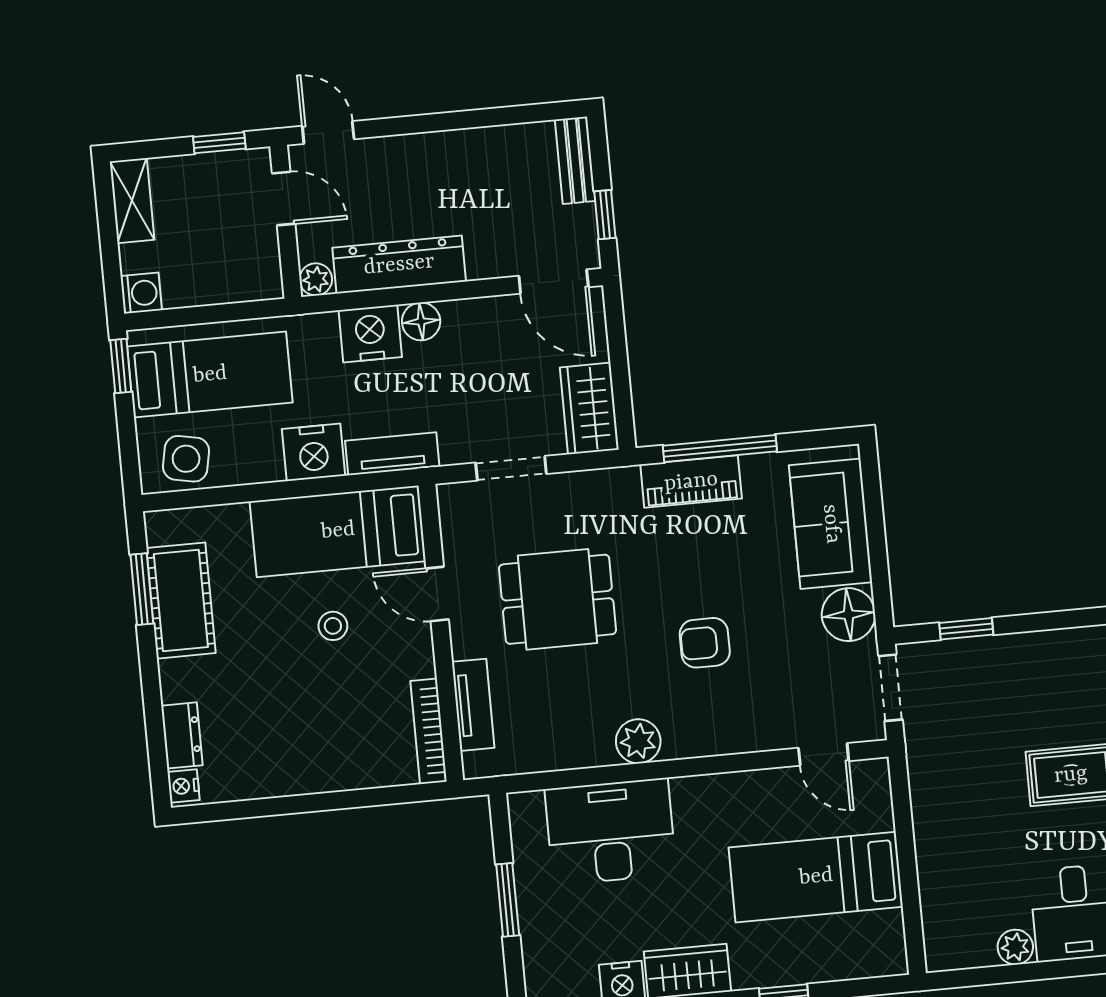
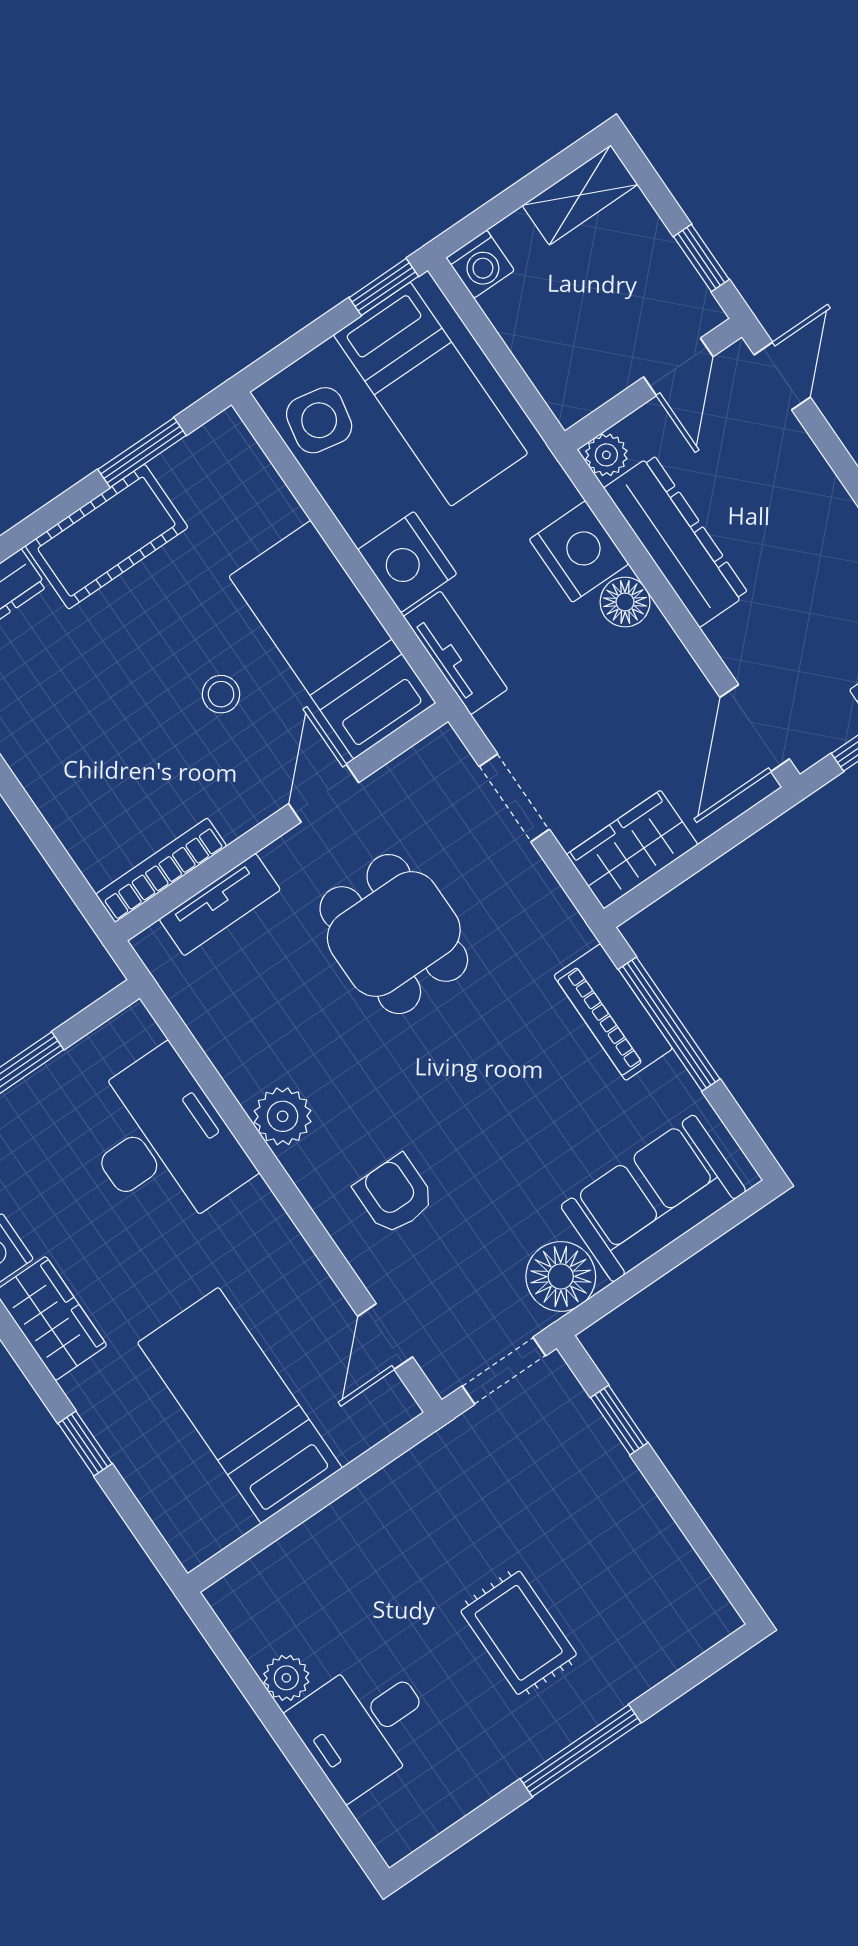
cot: (181, 601) -> (107, 537), moved
armchair: (705, 643) -> (395, 1195), moved

